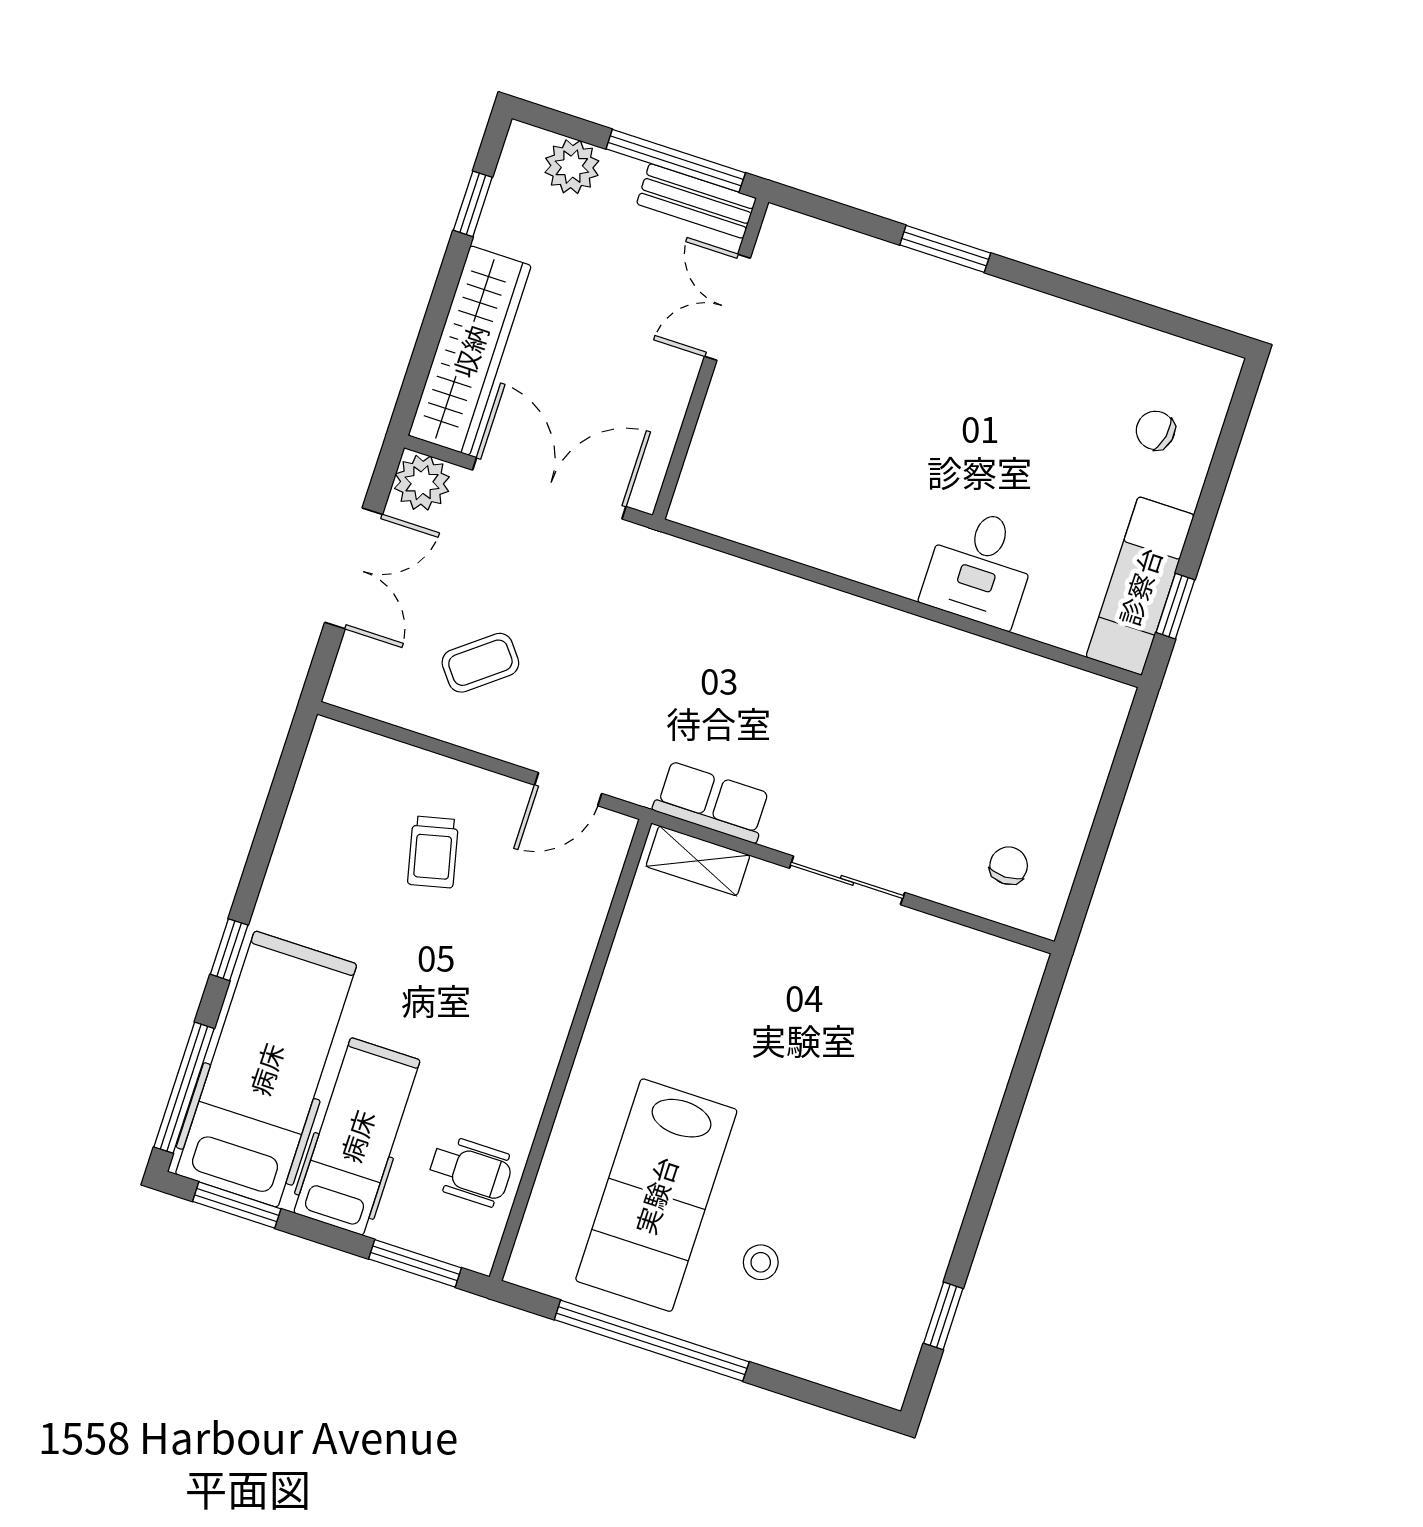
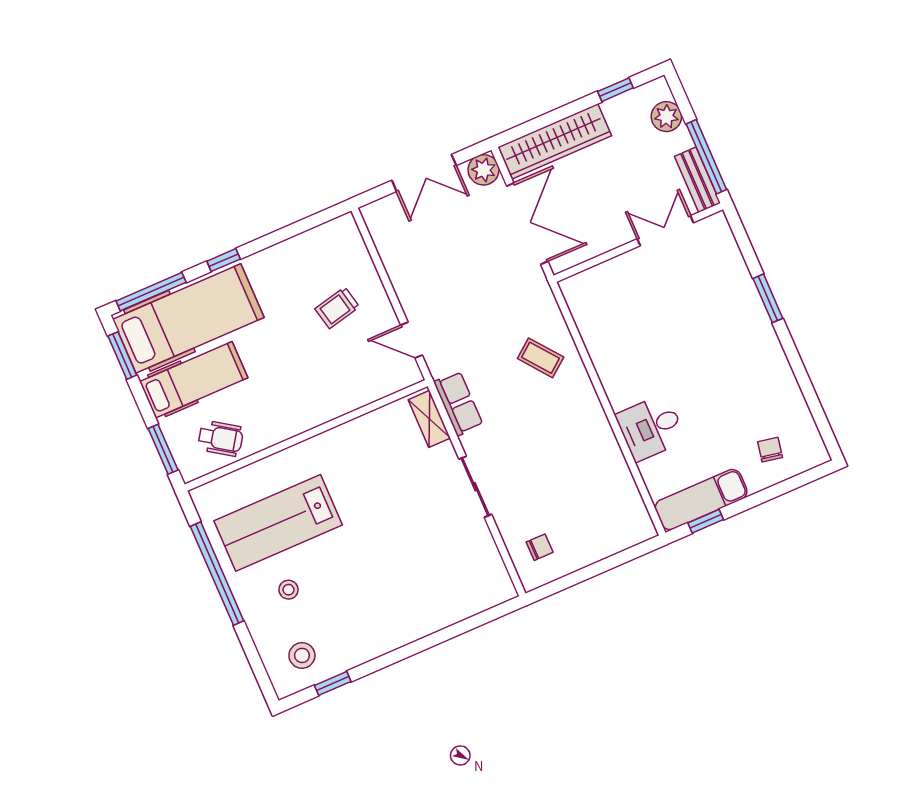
coffee table: (480, 663) -> (541, 358), moved
wheelchair: (470, 1171) -> (221, 438), turned -56
stool: (867, 1324) -> (302, 655), added

